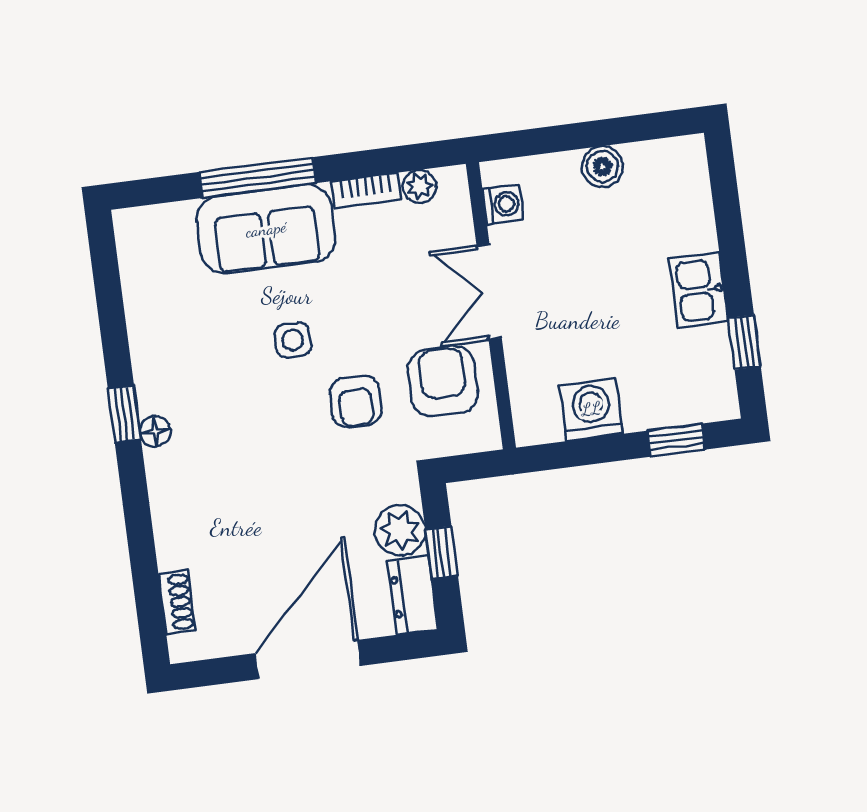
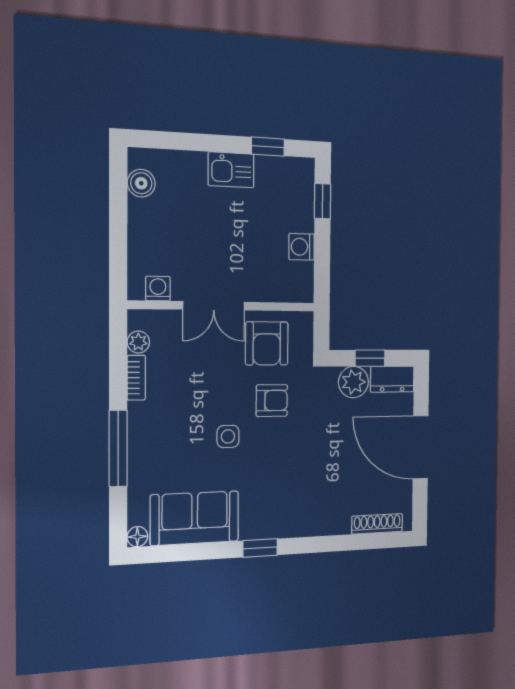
boiler: (602, 167) -> (141, 183), moved
sofa: (266, 229) -> (195, 518), moved, turned -90
armchair: (443, 381) -> (267, 343), turned -90
washing machine: (591, 409) -> (302, 247), width x0.73, depth x0.73
floor lamp: (155, 431) -> (137, 537), moved
shoe rack: (177, 602) -> (377, 524), width x1.43

